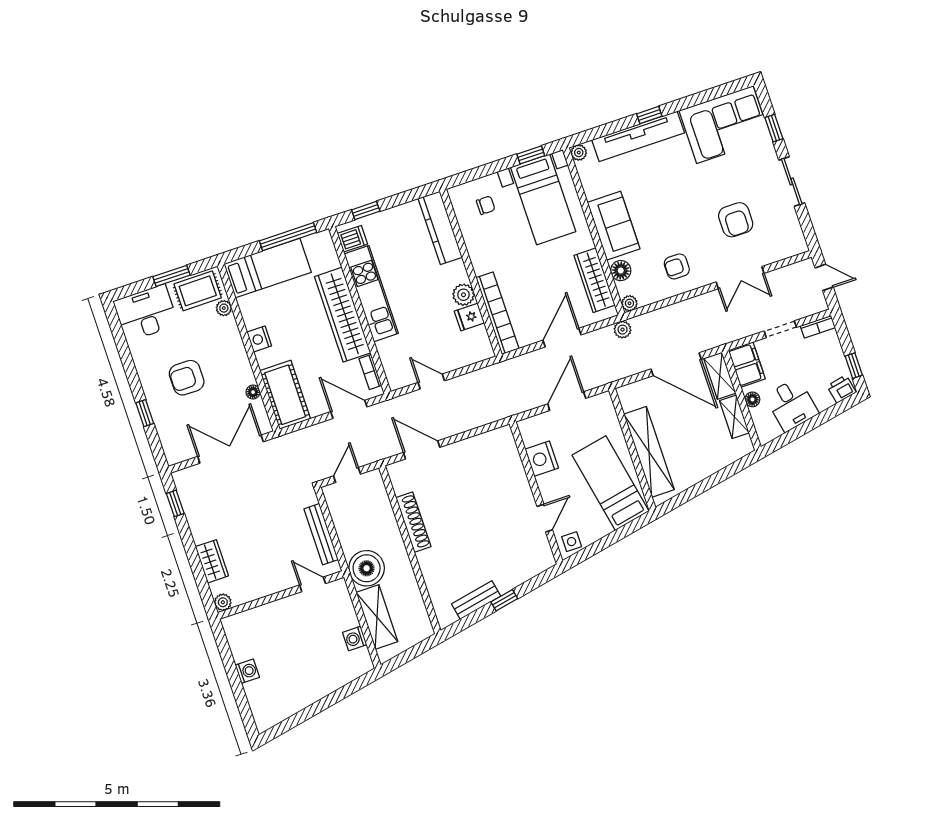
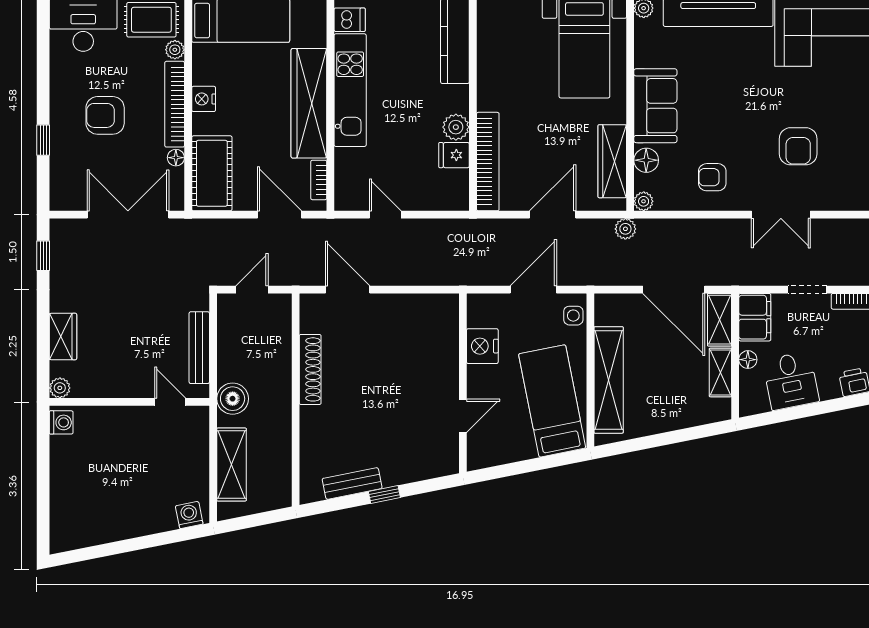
chair: (486, 205) -> (516, 33), removed
bookcase: (238, 351) -> (175, 104), added
side table: (572, 542) -> (573, 316), moved
boiler: (367, 568) -> (233, 399), width x0.73, depth x0.73
washing machine: (355, 639) -> (189, 515), moved, turned 79
washing machine: (247, 671) -> (61, 422), moved

